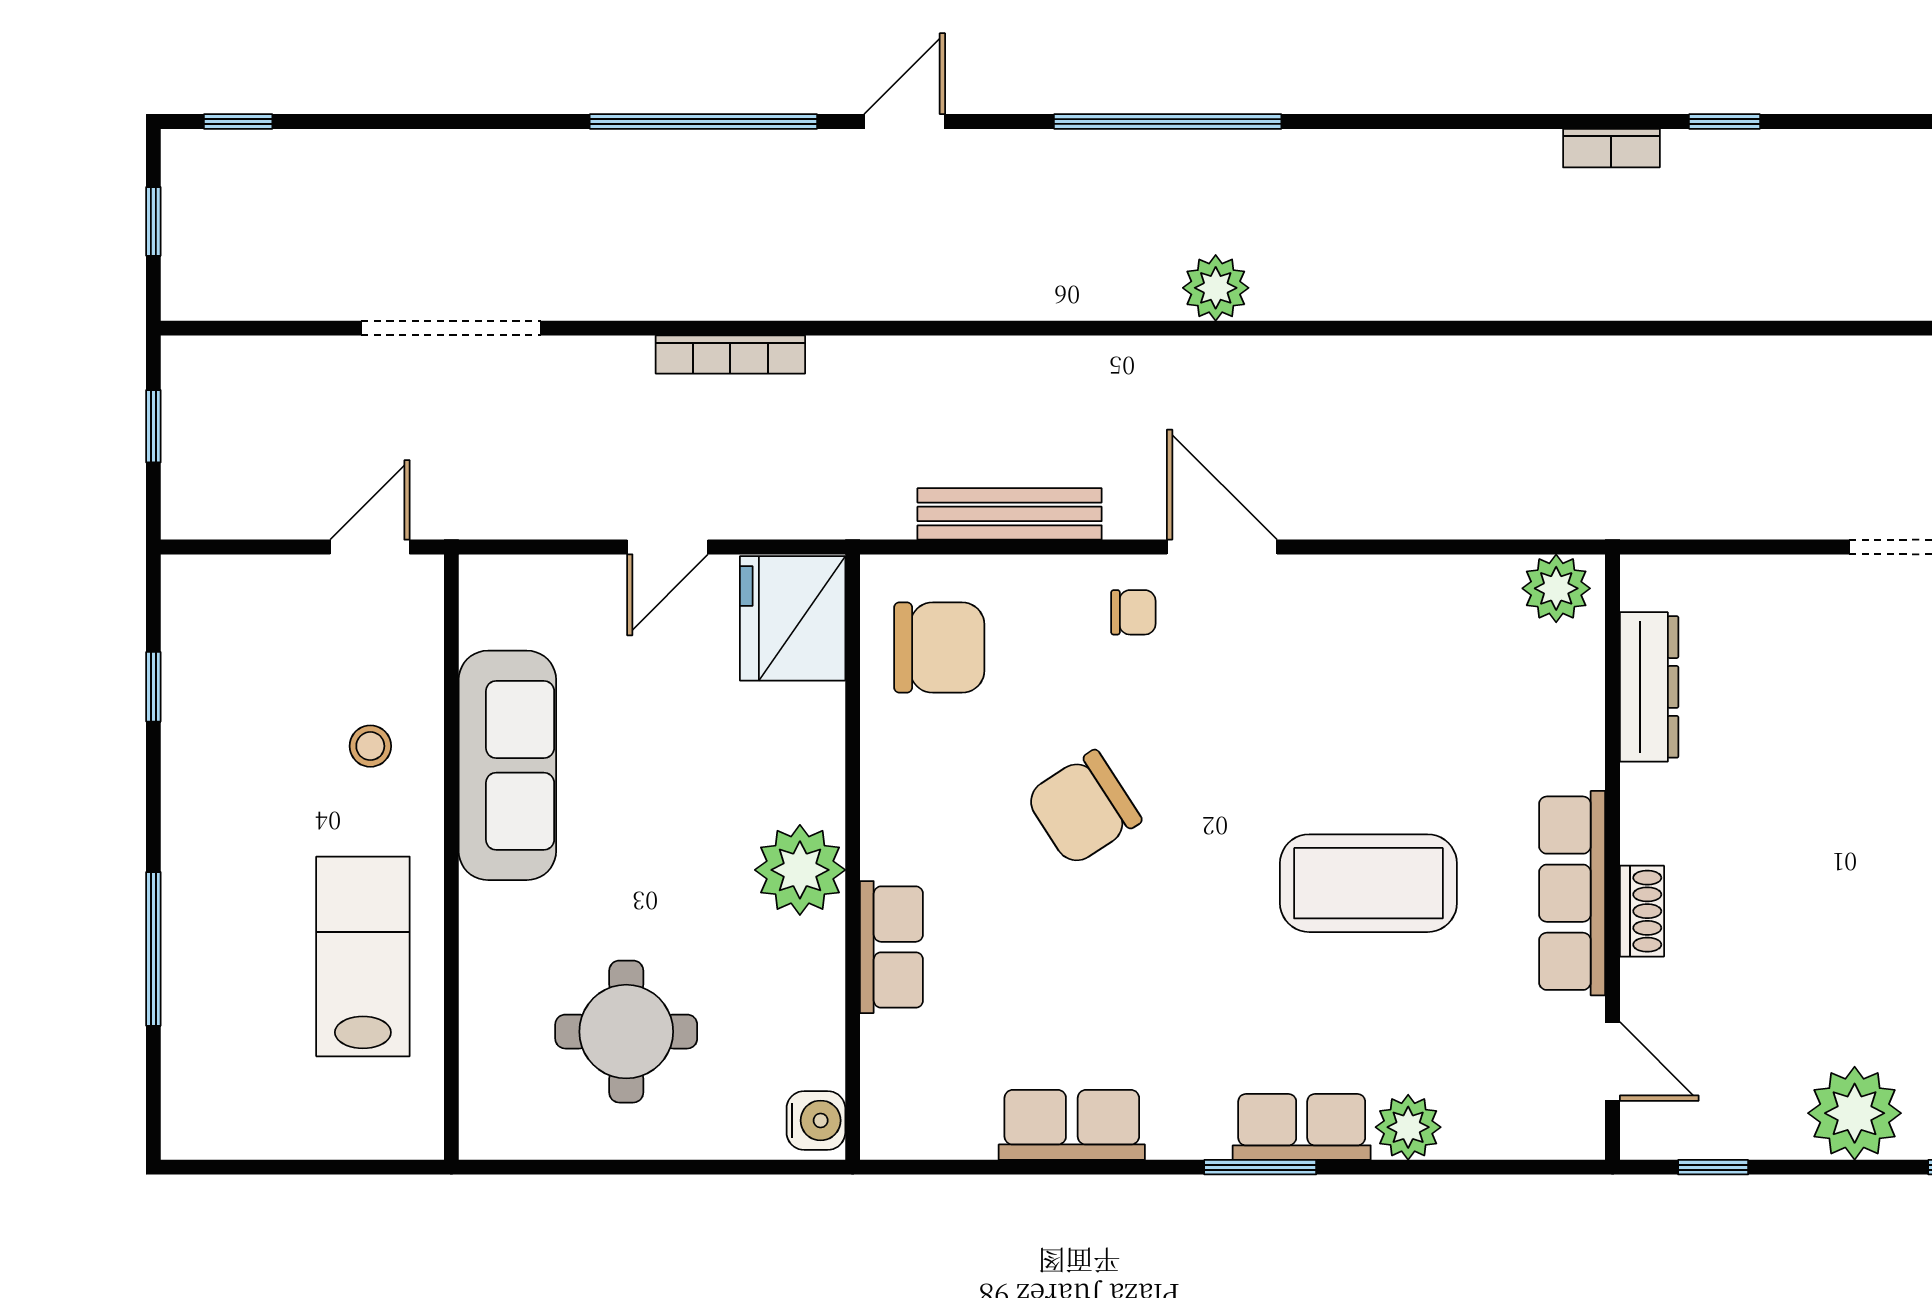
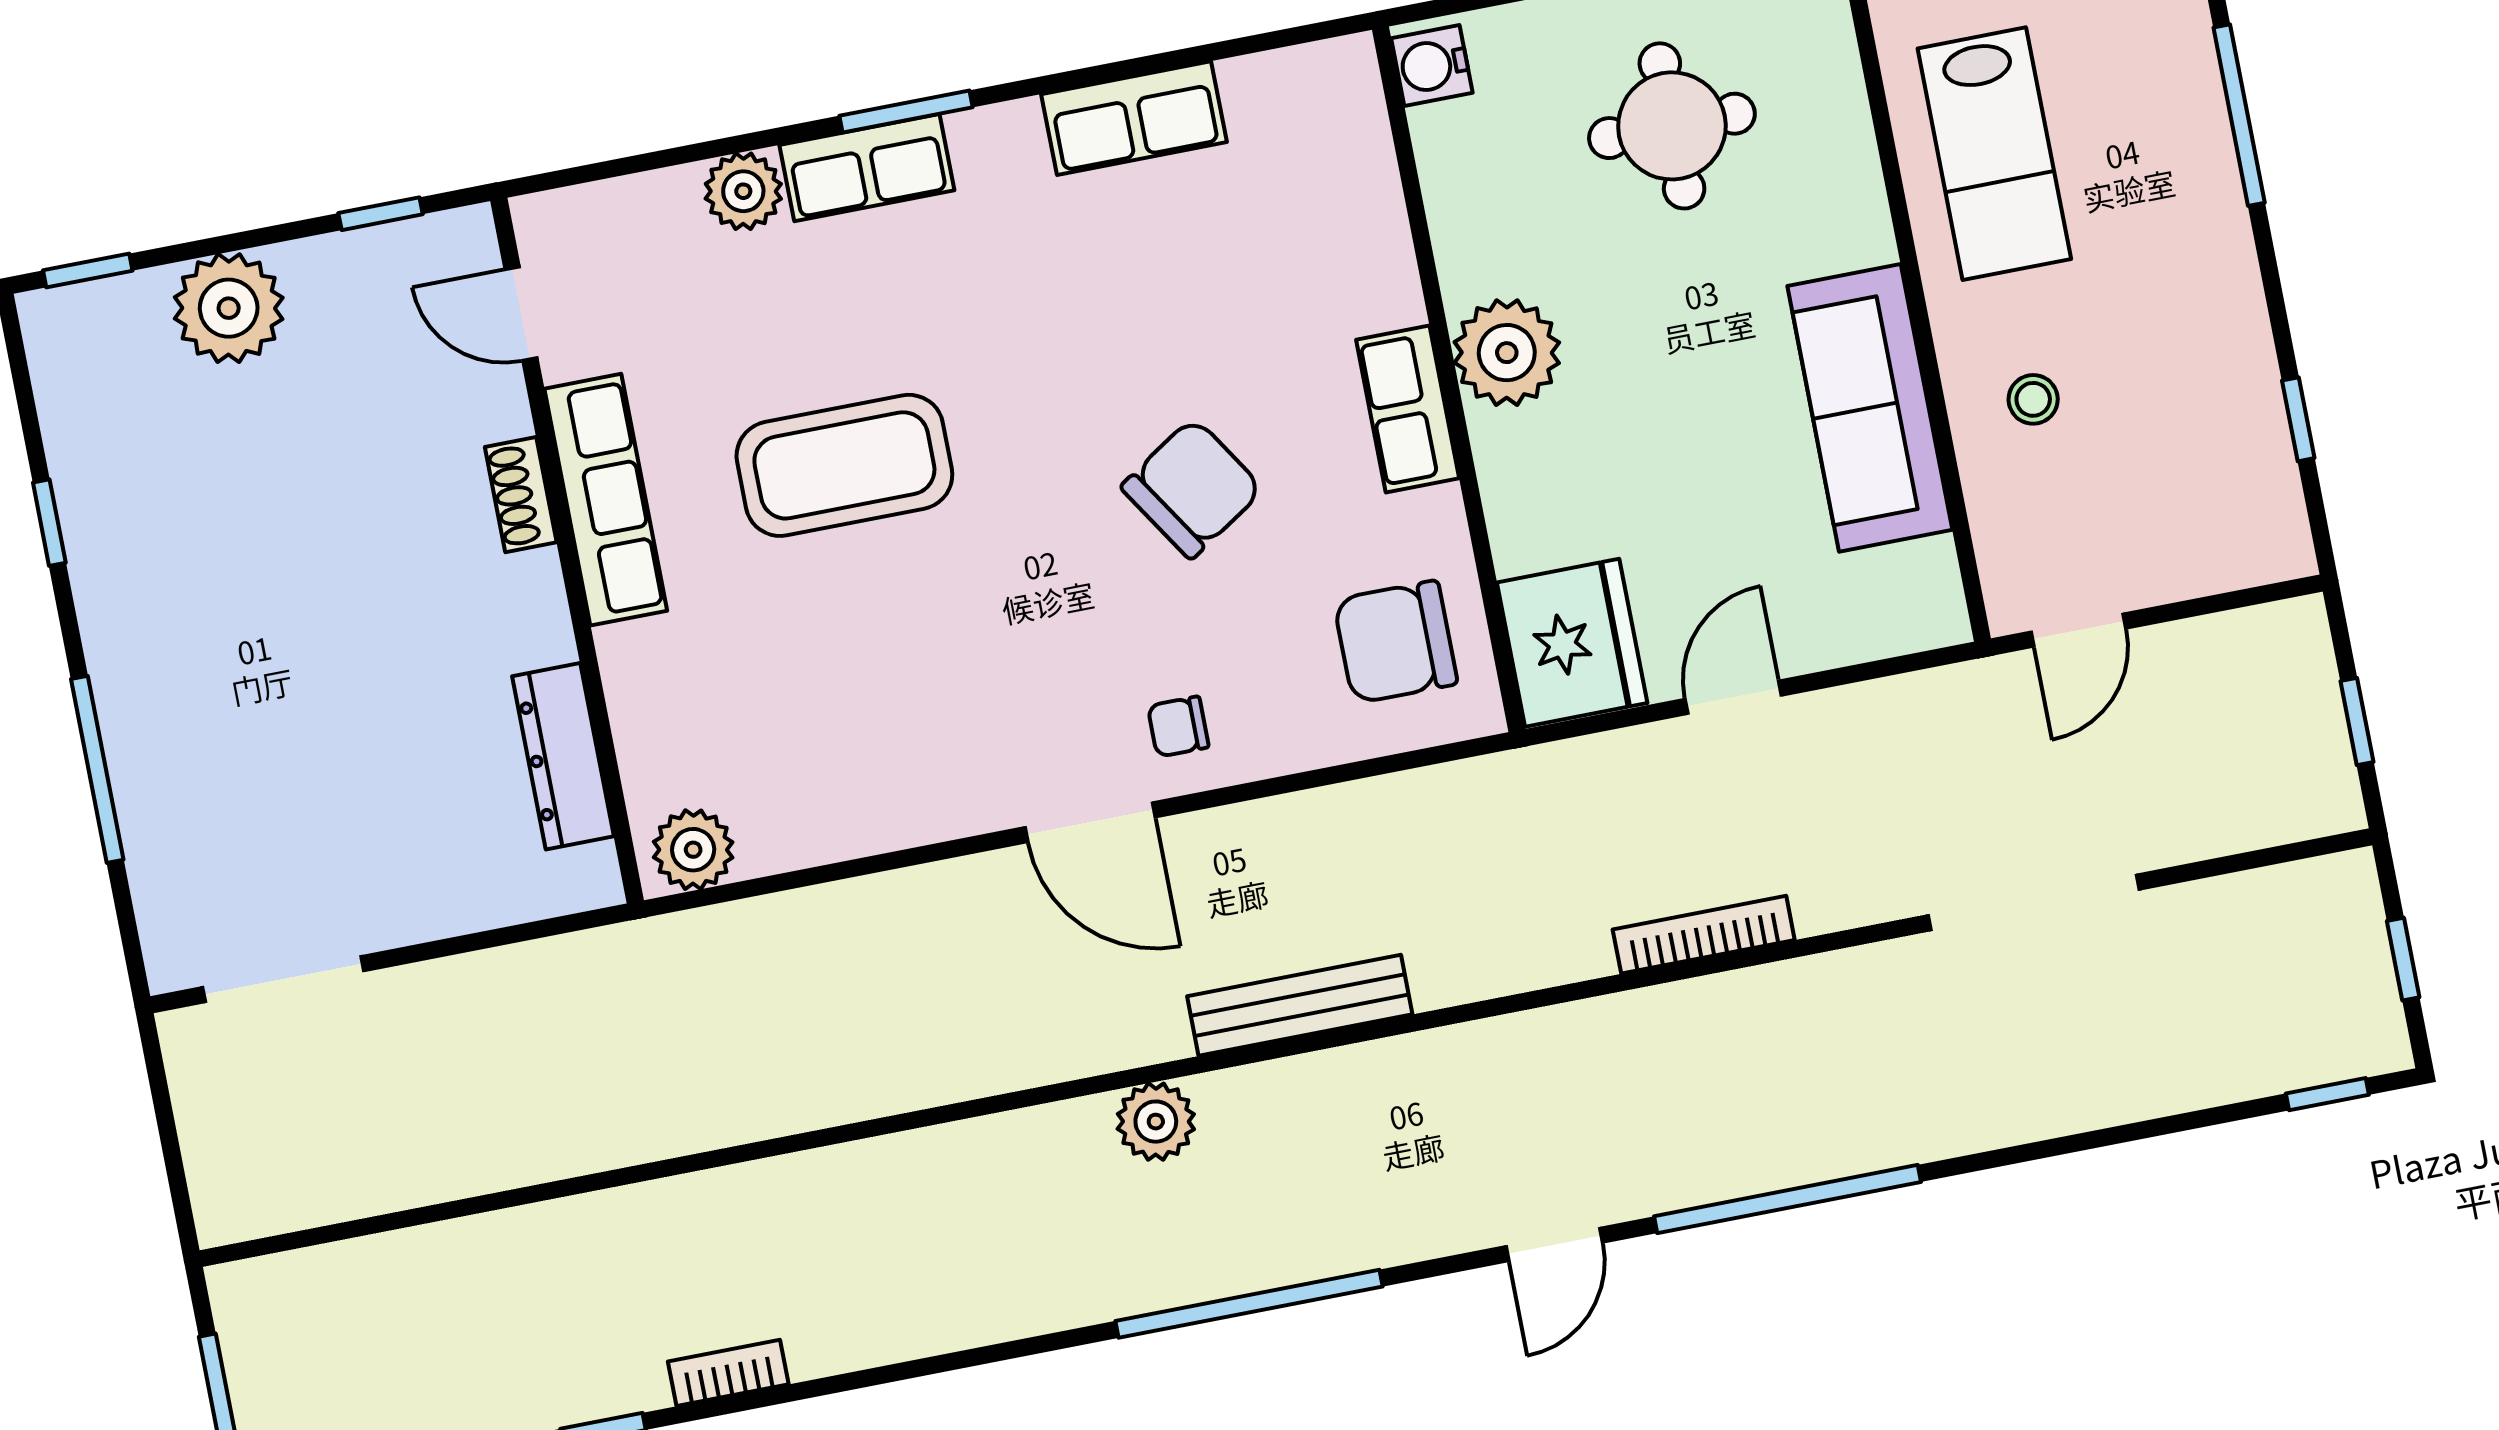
bench: (1010, 514) -> (1300, 1005), moved
row of seats: (891, 947) -> (1408, 409), moved

